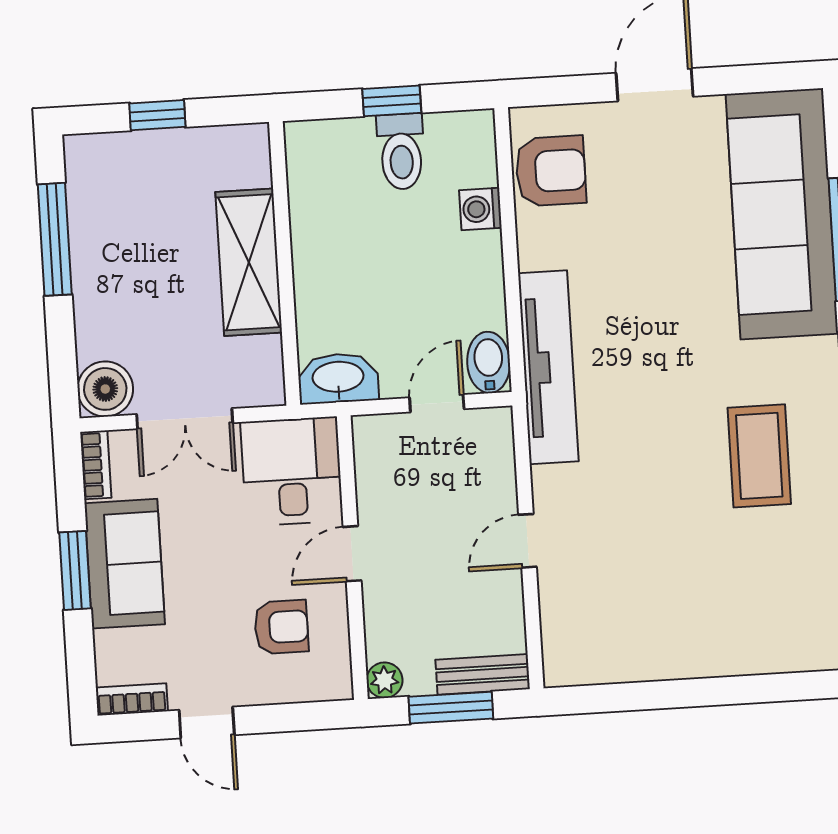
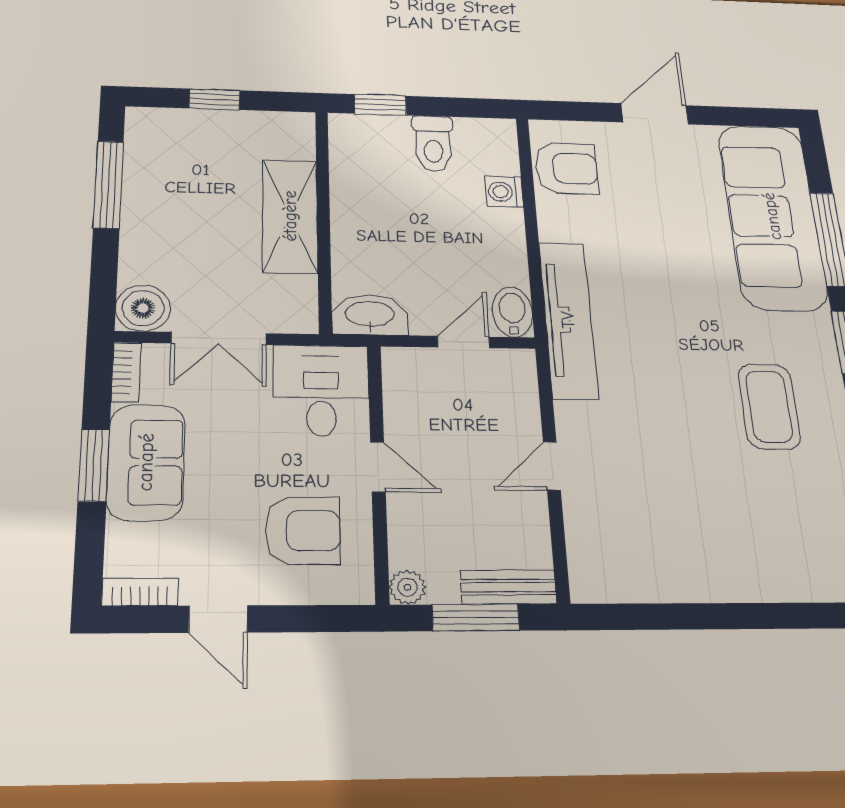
window: (392, 101) -> (380, 105), moved
door: (352, 554) -> (378, 467), swing flipped
armchair: (281, 627) -> (303, 530), width x1.38, depth x1.38

